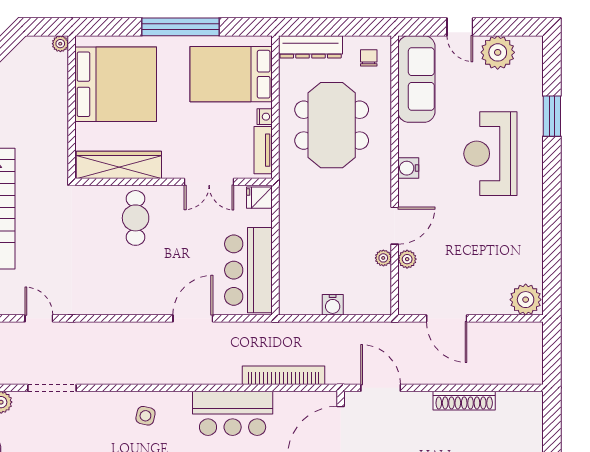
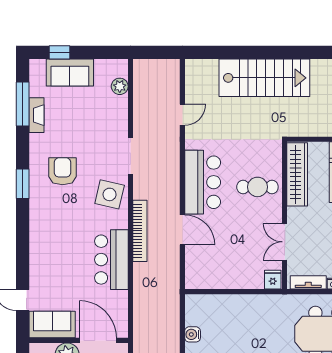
bar counter: (248, 270) -> (203, 182), moved, turned 90
bookcase: (283, 375) -> (140, 231), moved
doorway: (52, 388) -> (130, 156), moved
side table: (145, 416) -> (110, 194), width x1.87, depth x1.87

